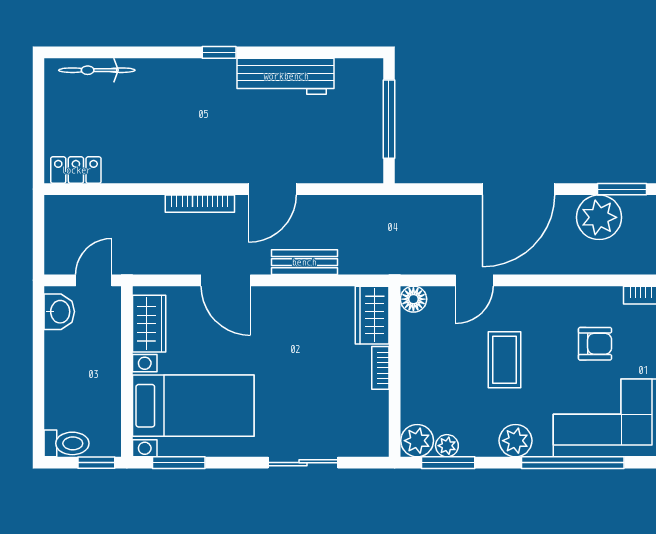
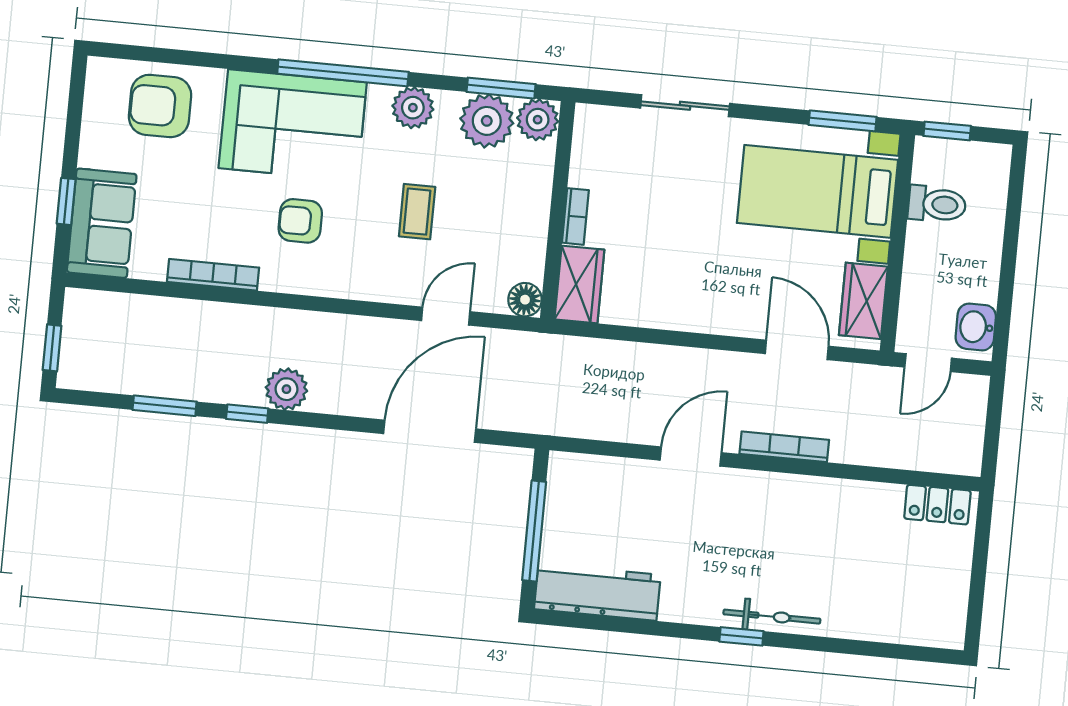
bicycle: (97, 70) -> (772, 617), moved
workbench: (286, 76) -> (597, 592), moved
door: (518, 189) -> (430, 431), moved
window: (622, 189) -> (247, 414), width x0.67
plant: (599, 217) -> (286, 389), width x0.73, depth x0.73
bench: (304, 262) -> (659, 360), removed
door: (226, 280) -> (797, 350), moved
coffee table: (504, 360) -> (417, 212), width x0.73, depth x0.77
toilet: (67, 443) -> (937, 204), moved, turned 180
plant: (447, 446) -> (487, 121), width x1.88, depth x1.88

